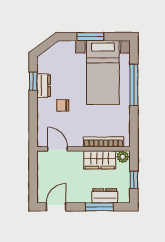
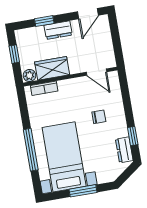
dresser: (44, 86) -> (124, 150), moved
bookcase: (103, 142) -> (44, 88), width x0.64
dresser: (105, 196) -> (58, 30), moved
window: (99, 207) -> (44, 21), width x0.67

